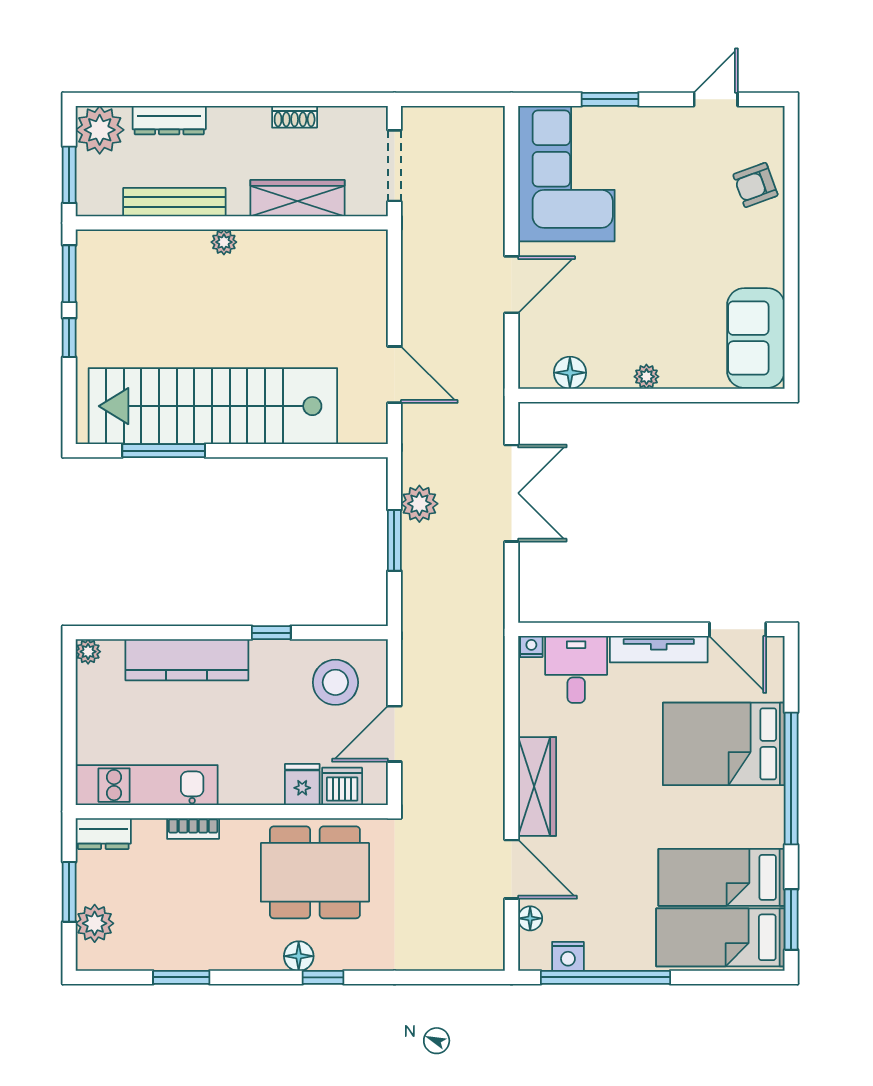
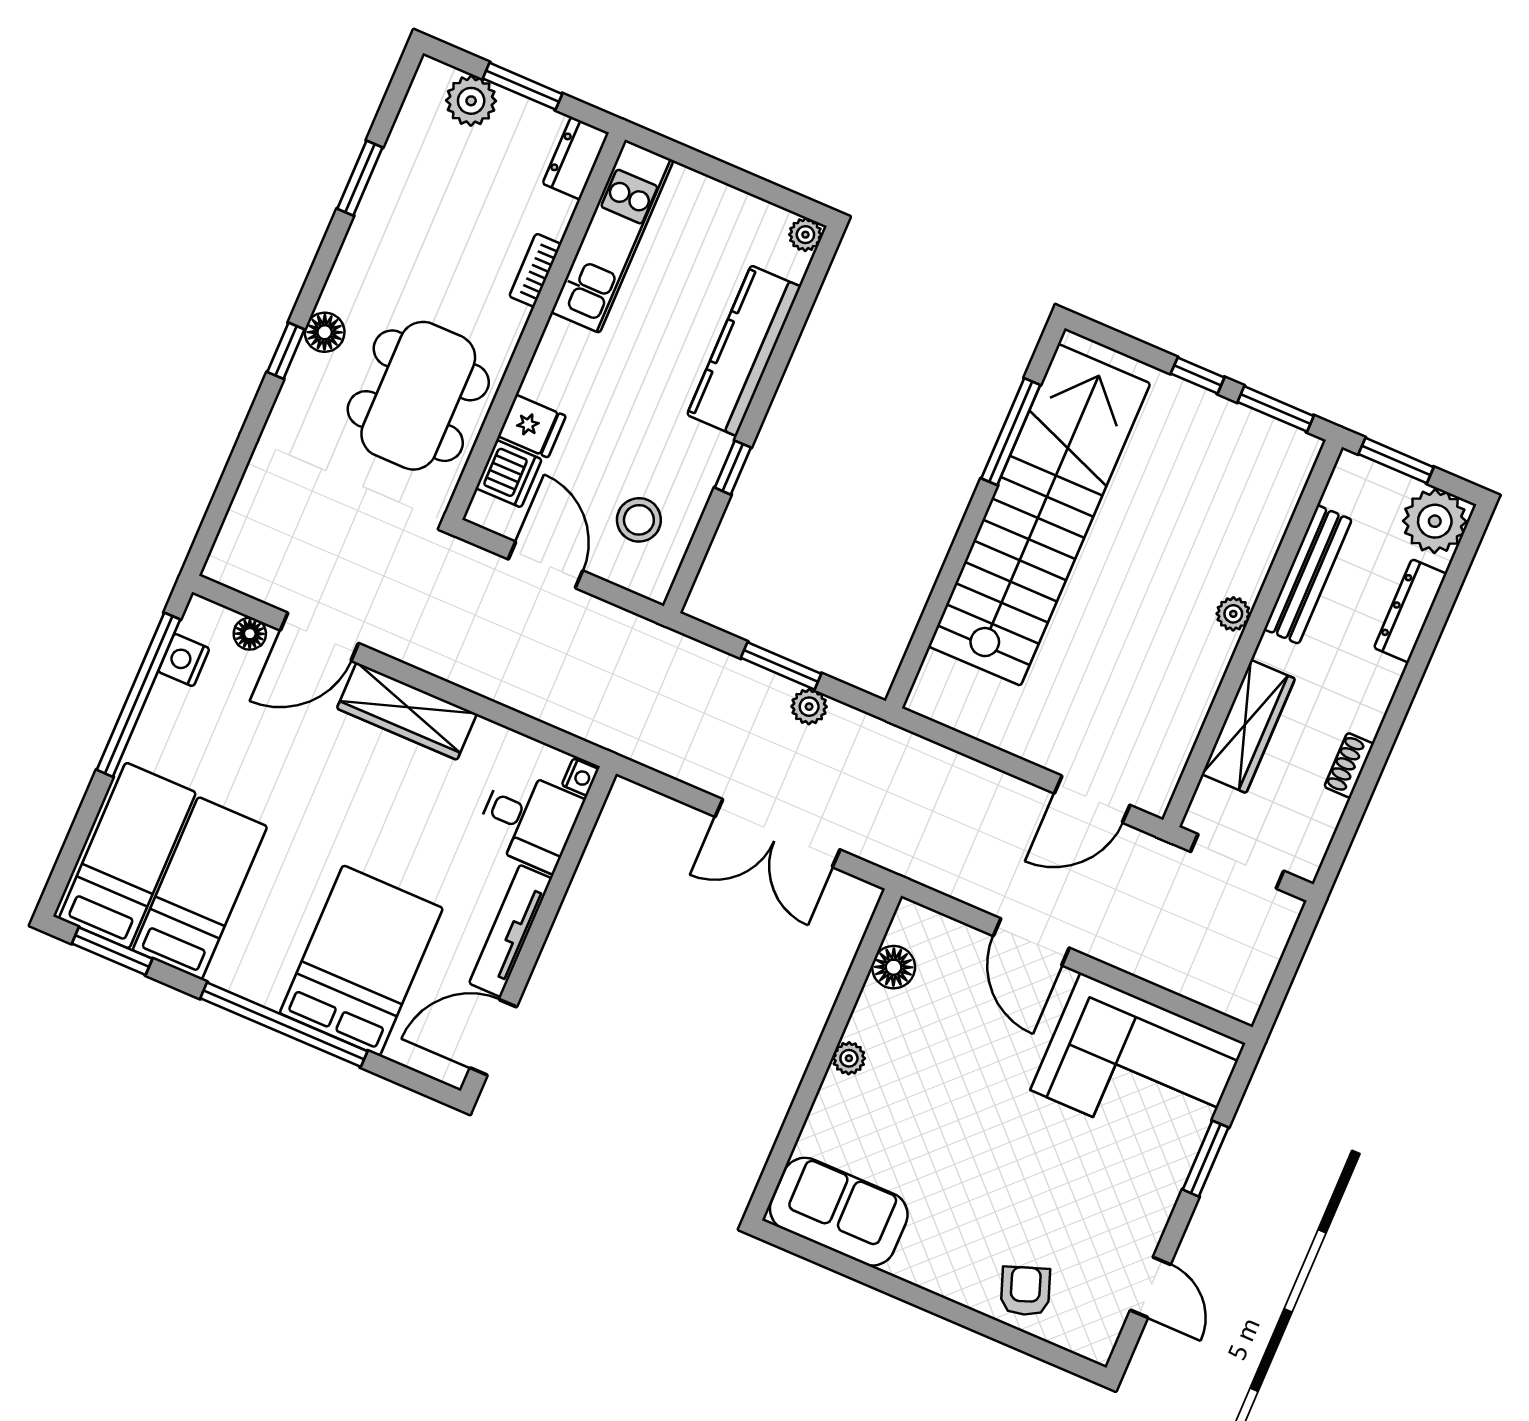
door: (394, 375) -> (1092, 799), moved
plant: (419, 504) -> (809, 707), width x0.73, depth x0.73
stool: (335, 682) -> (639, 520), width x0.73, depth x0.73

